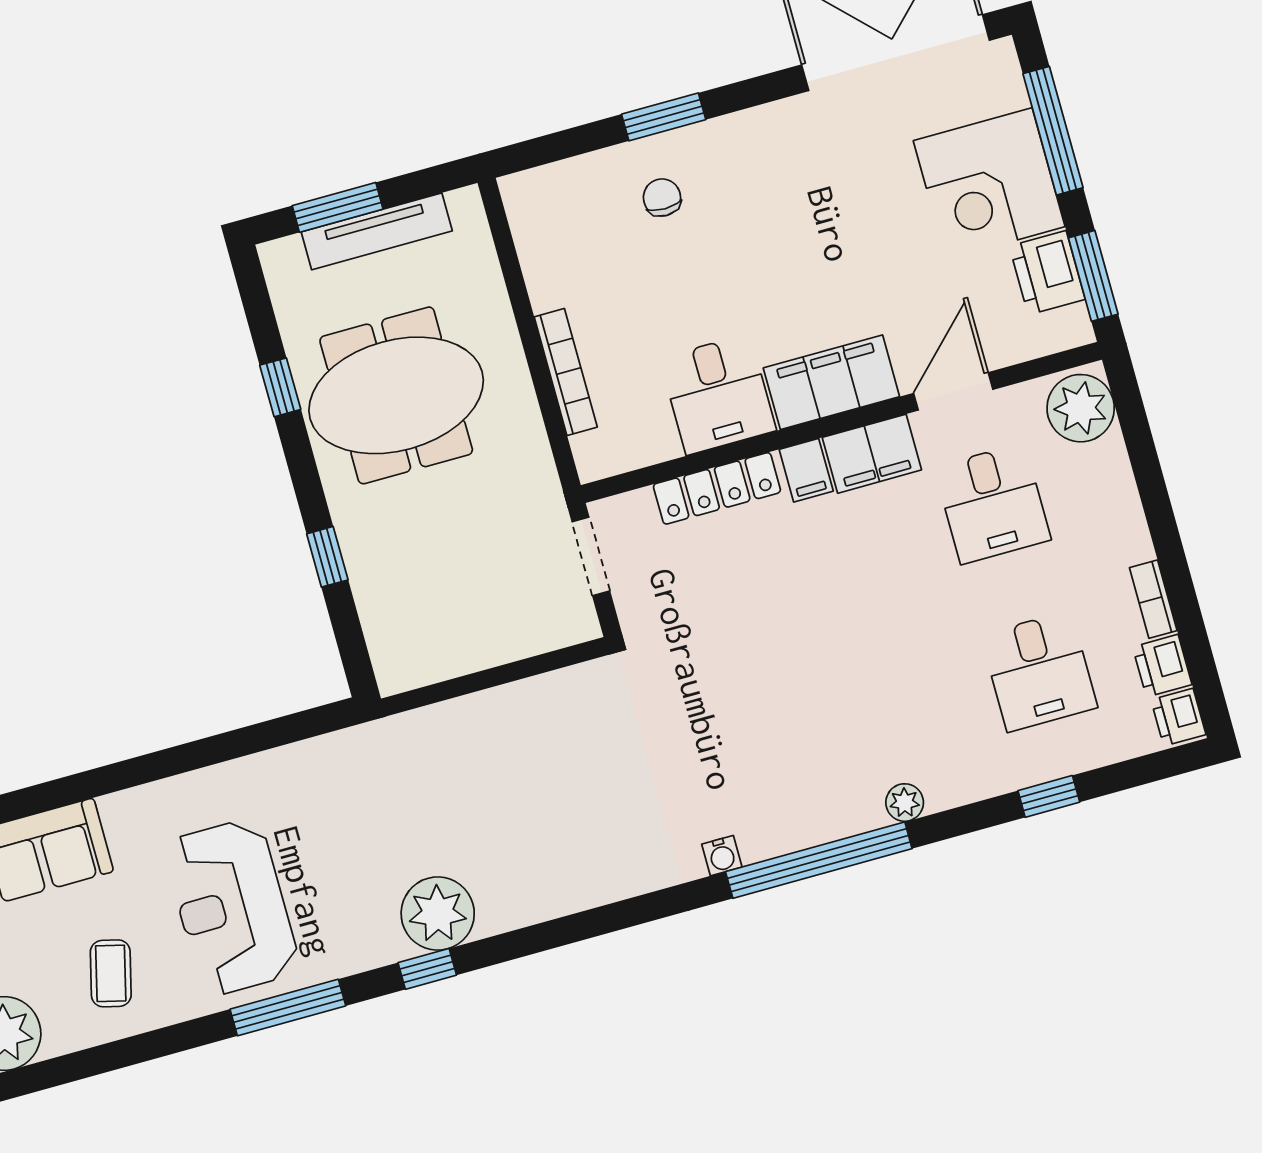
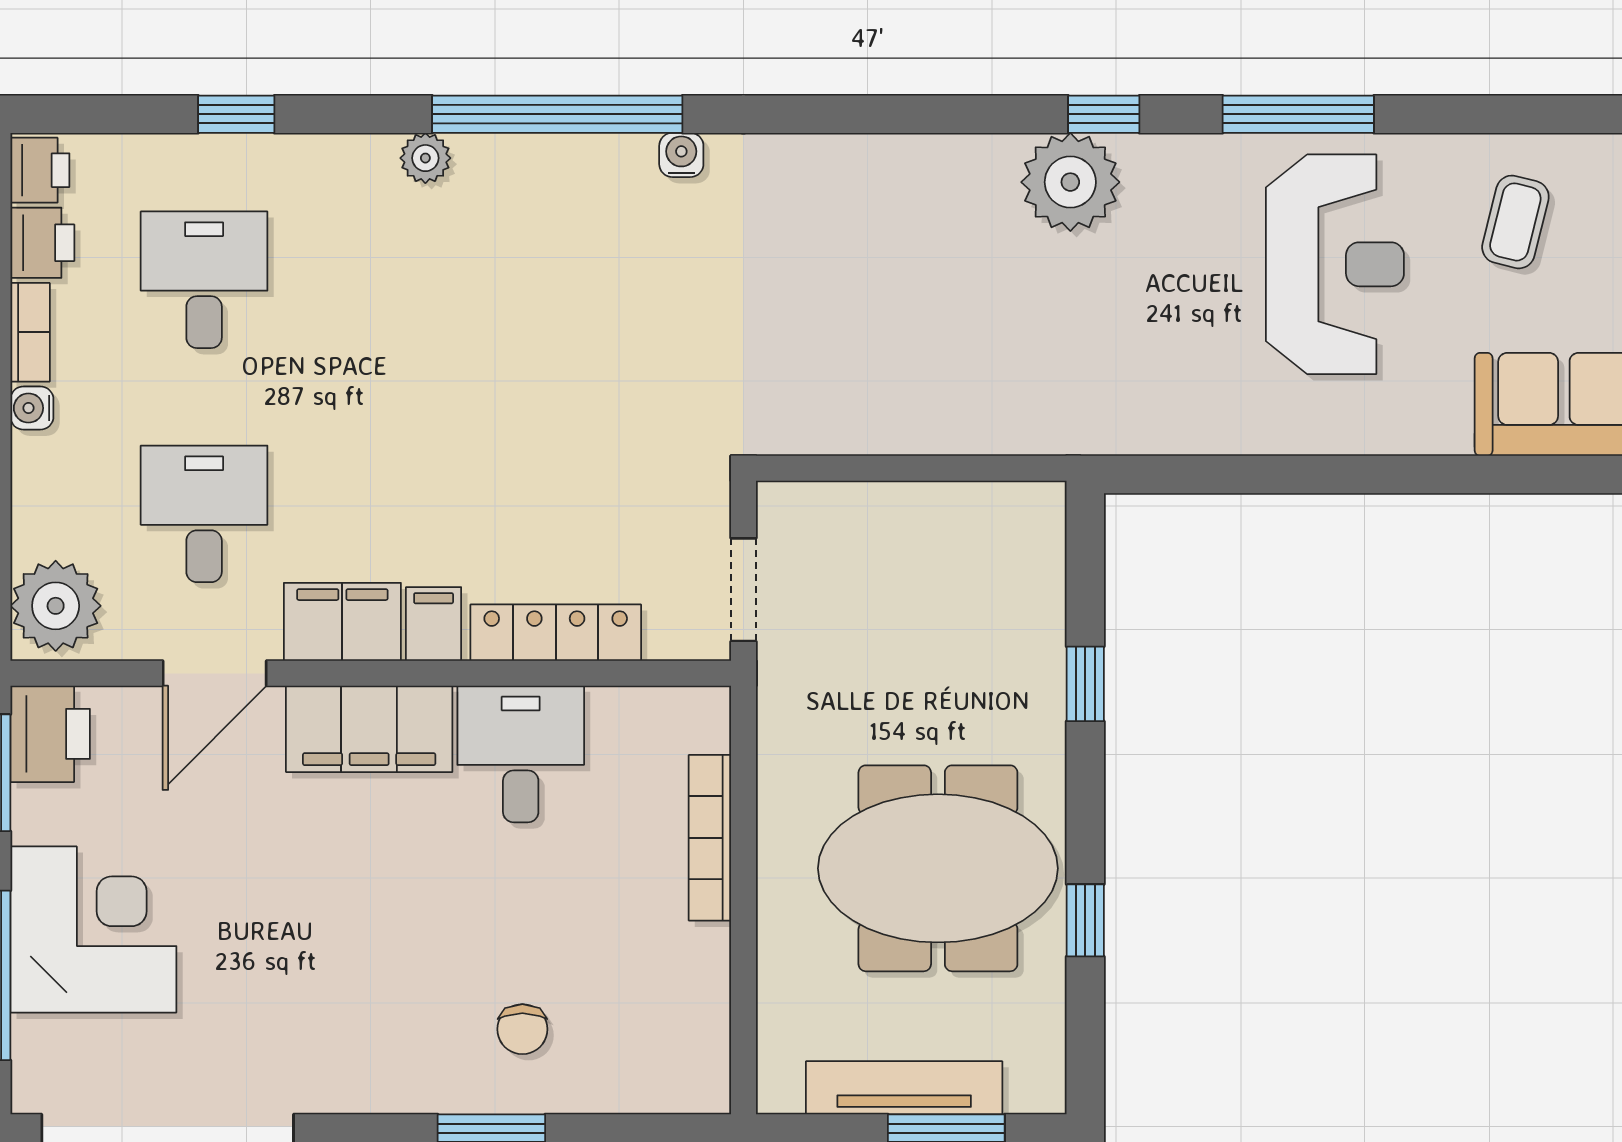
printer: (1047, 273) -> (50, 734), moved
water cooler: (1137, 545) -> (32, 408), added

